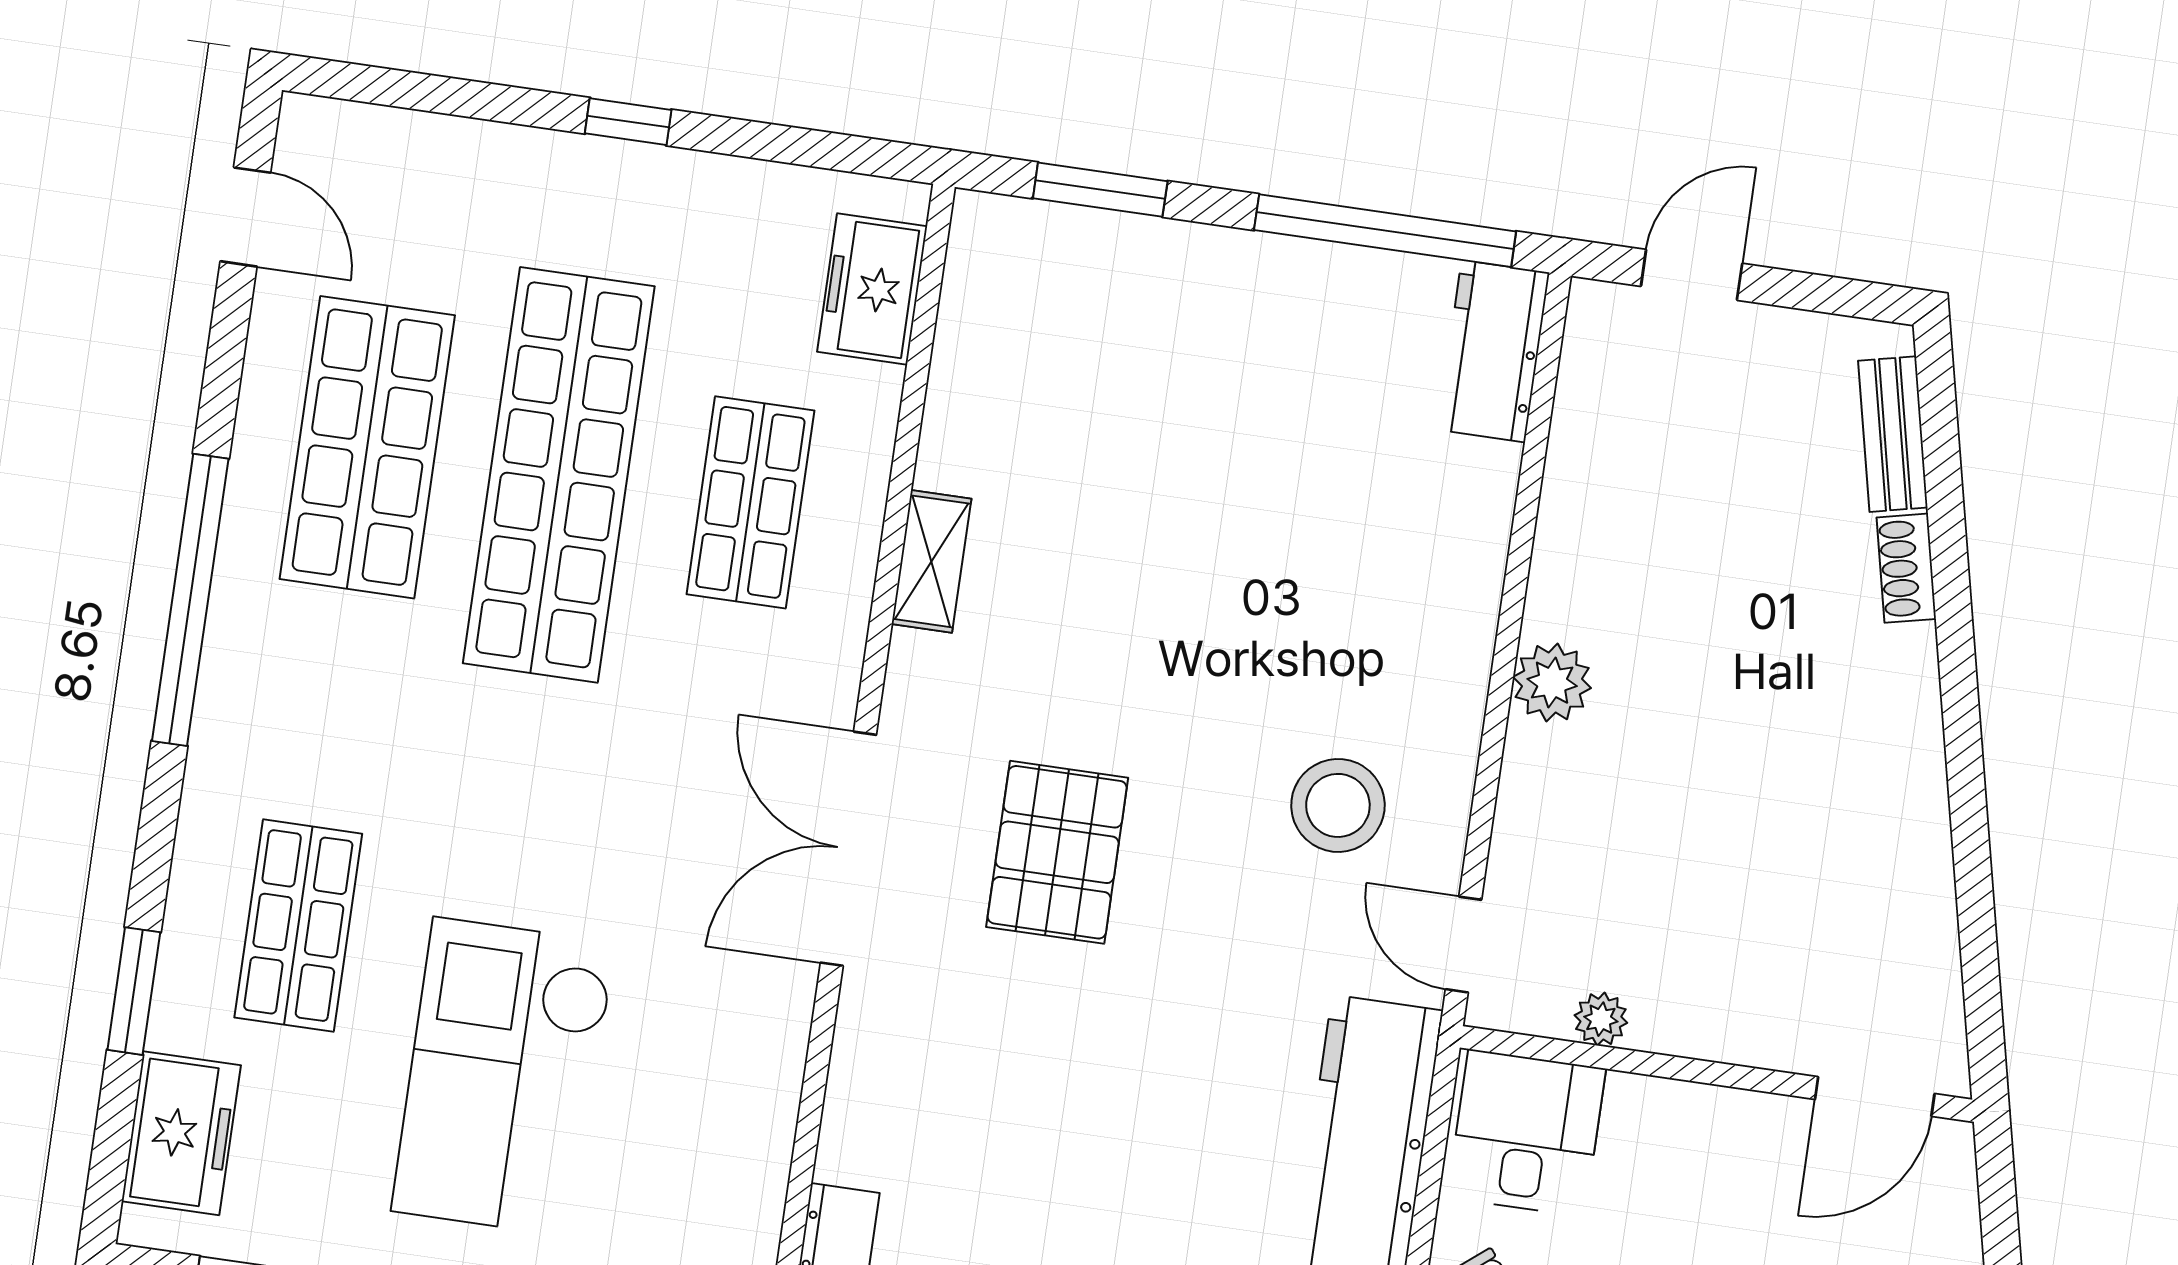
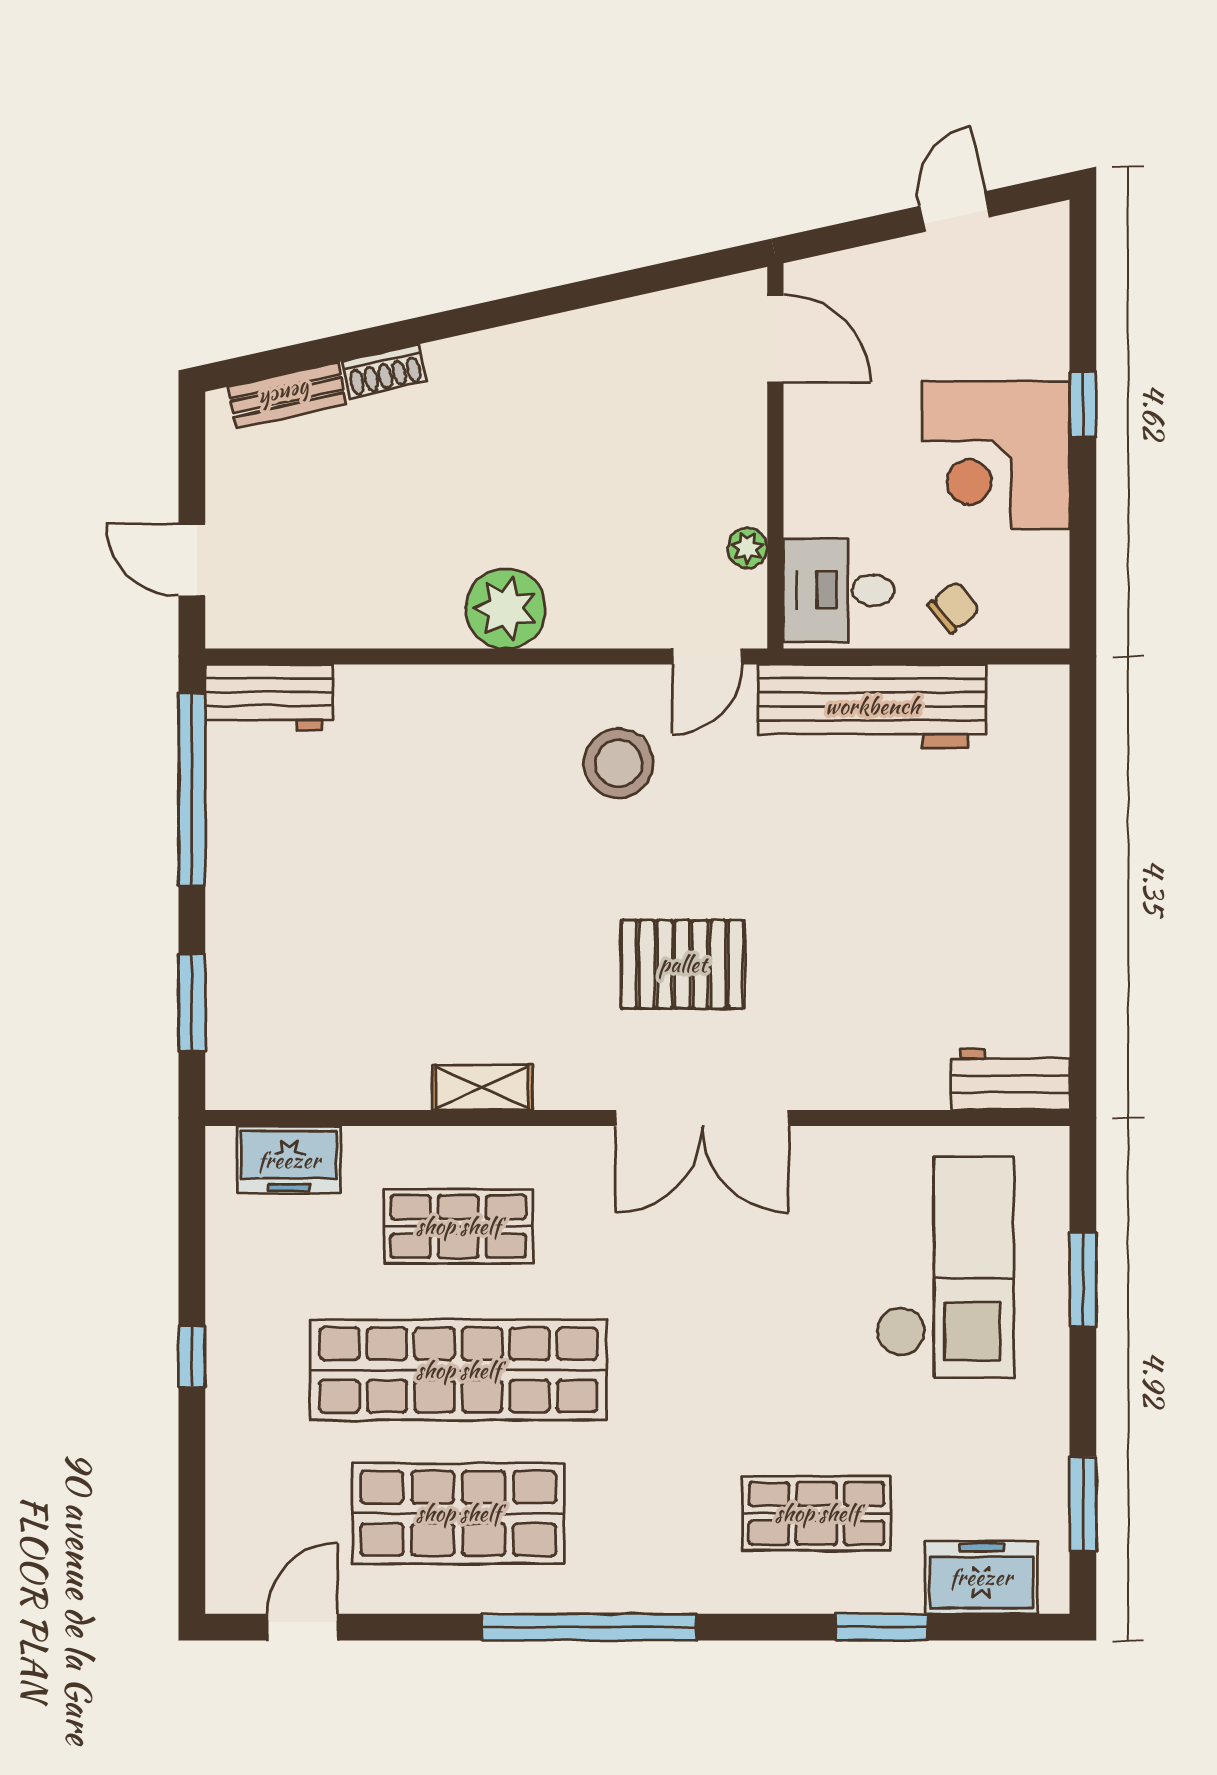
plant: (1552, 683) -> (506, 609), width x1.36, depth x1.36
checkout: (504, 1077) -> (945, 1267), moved, turned -90

